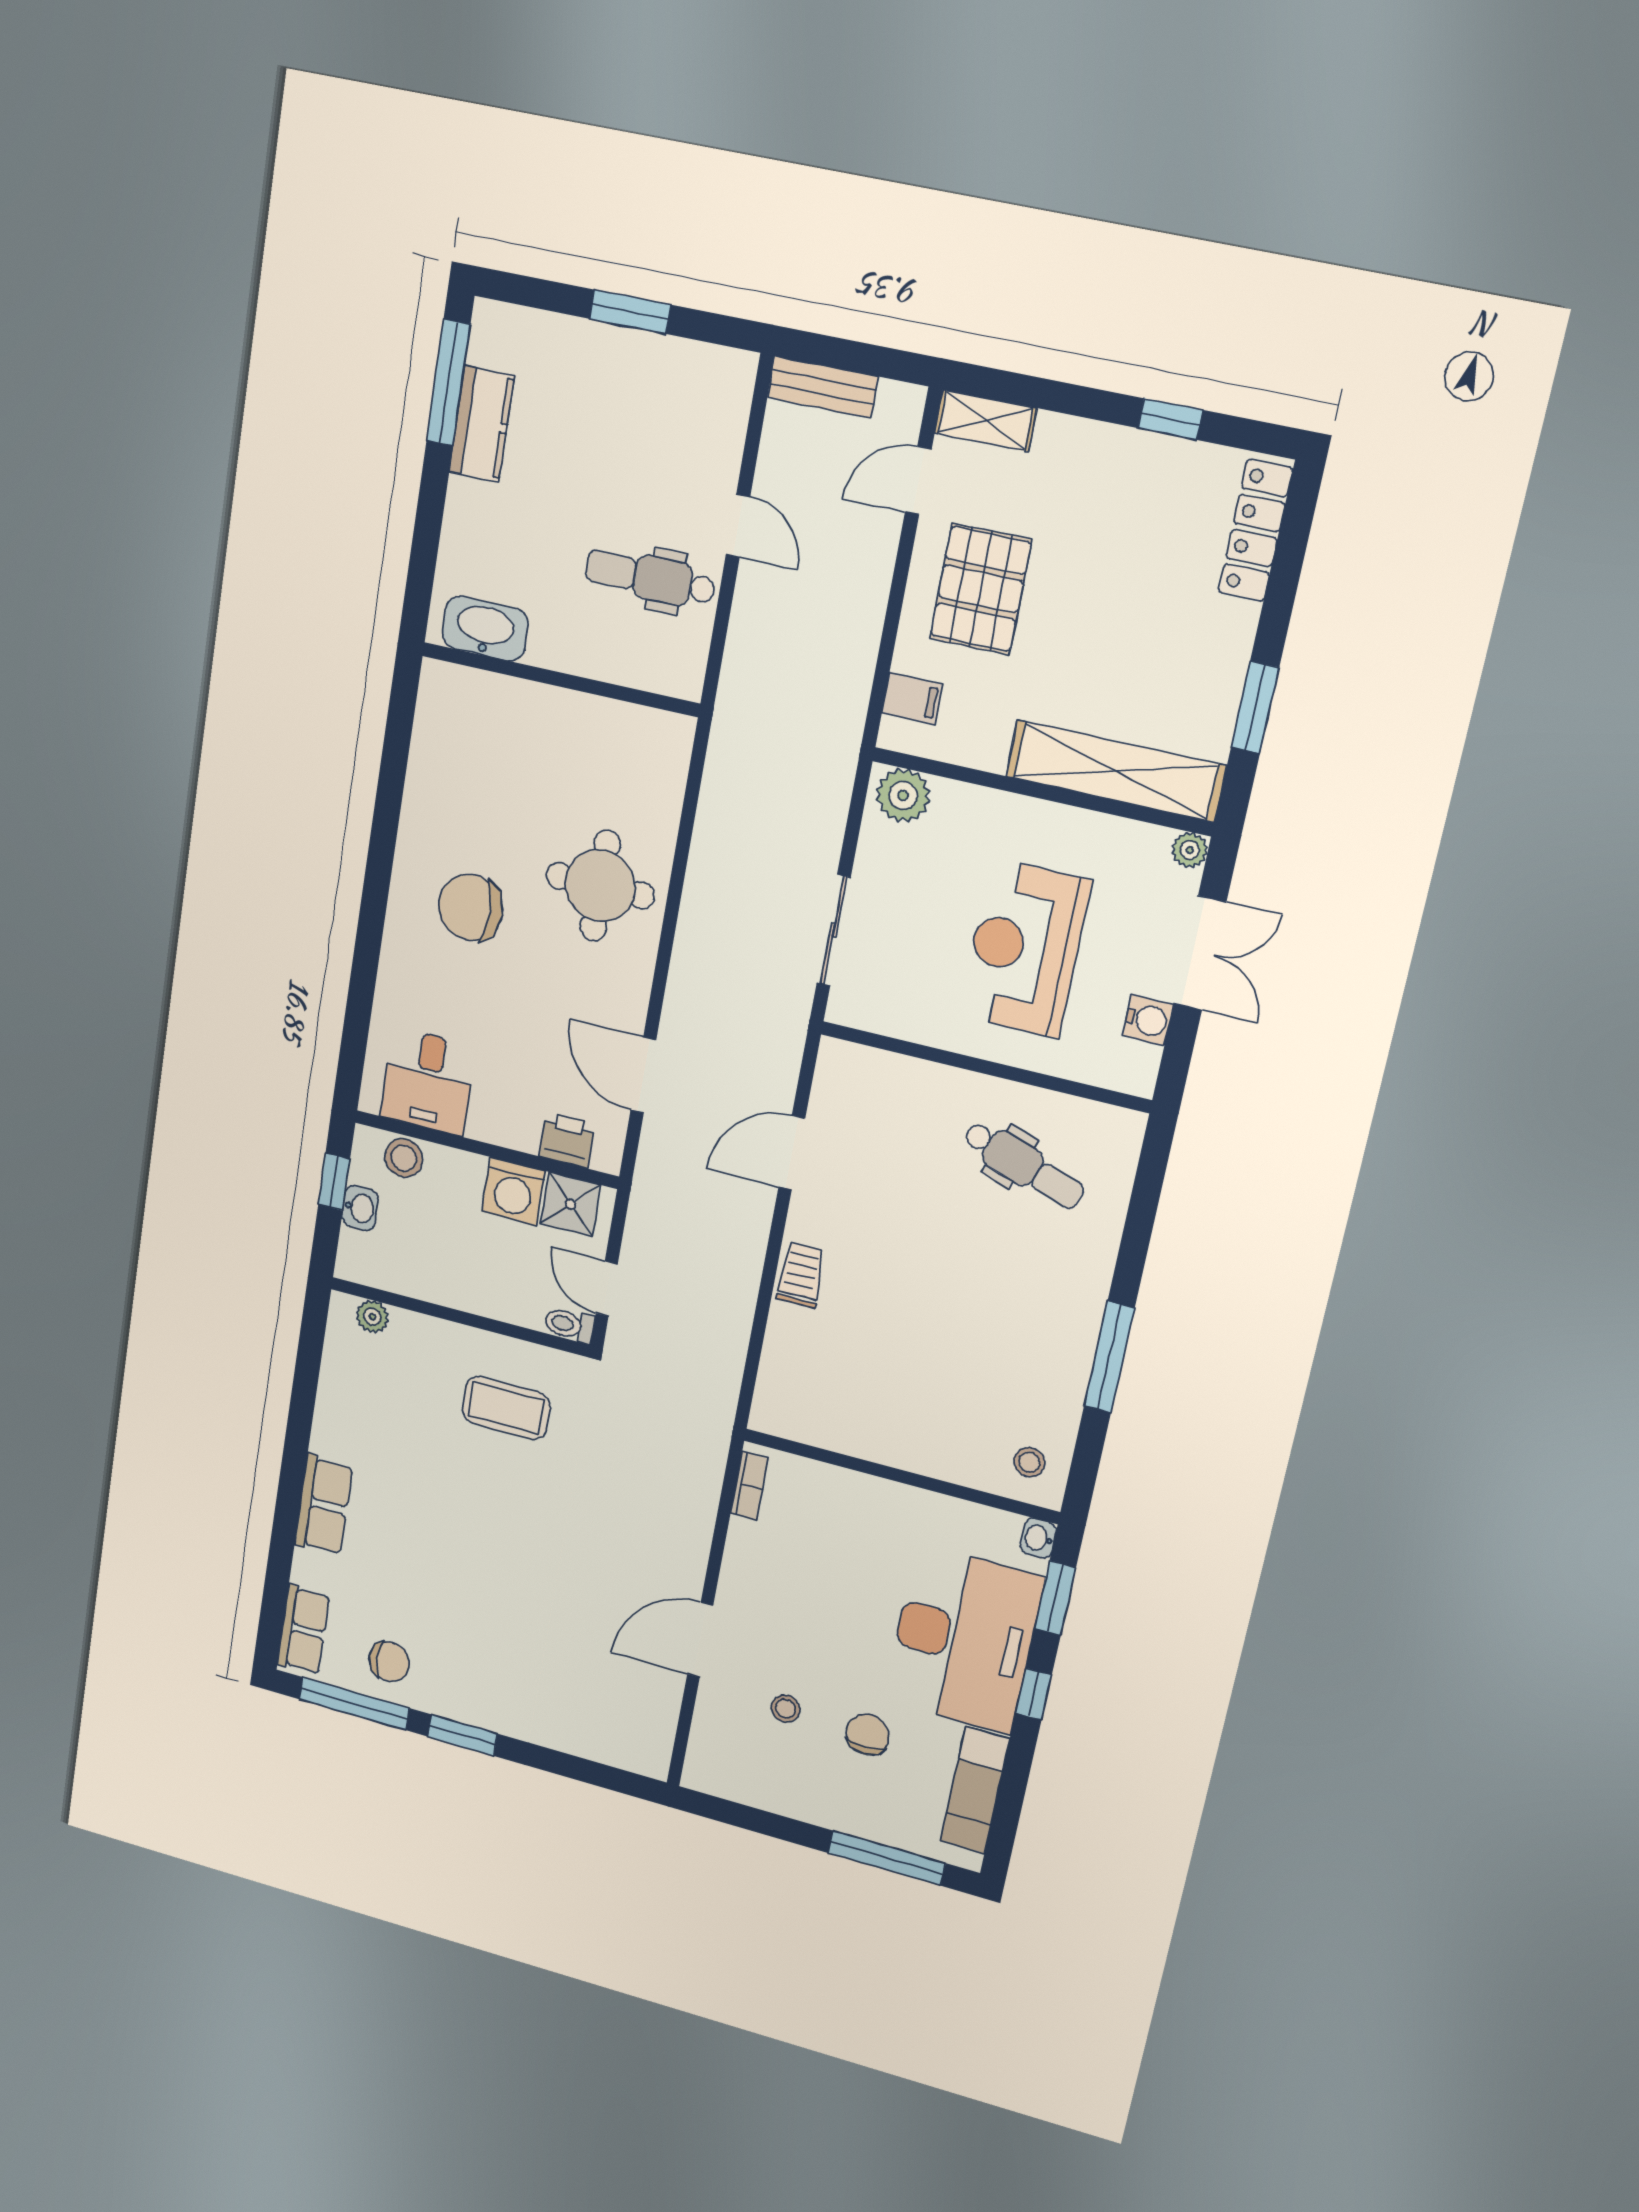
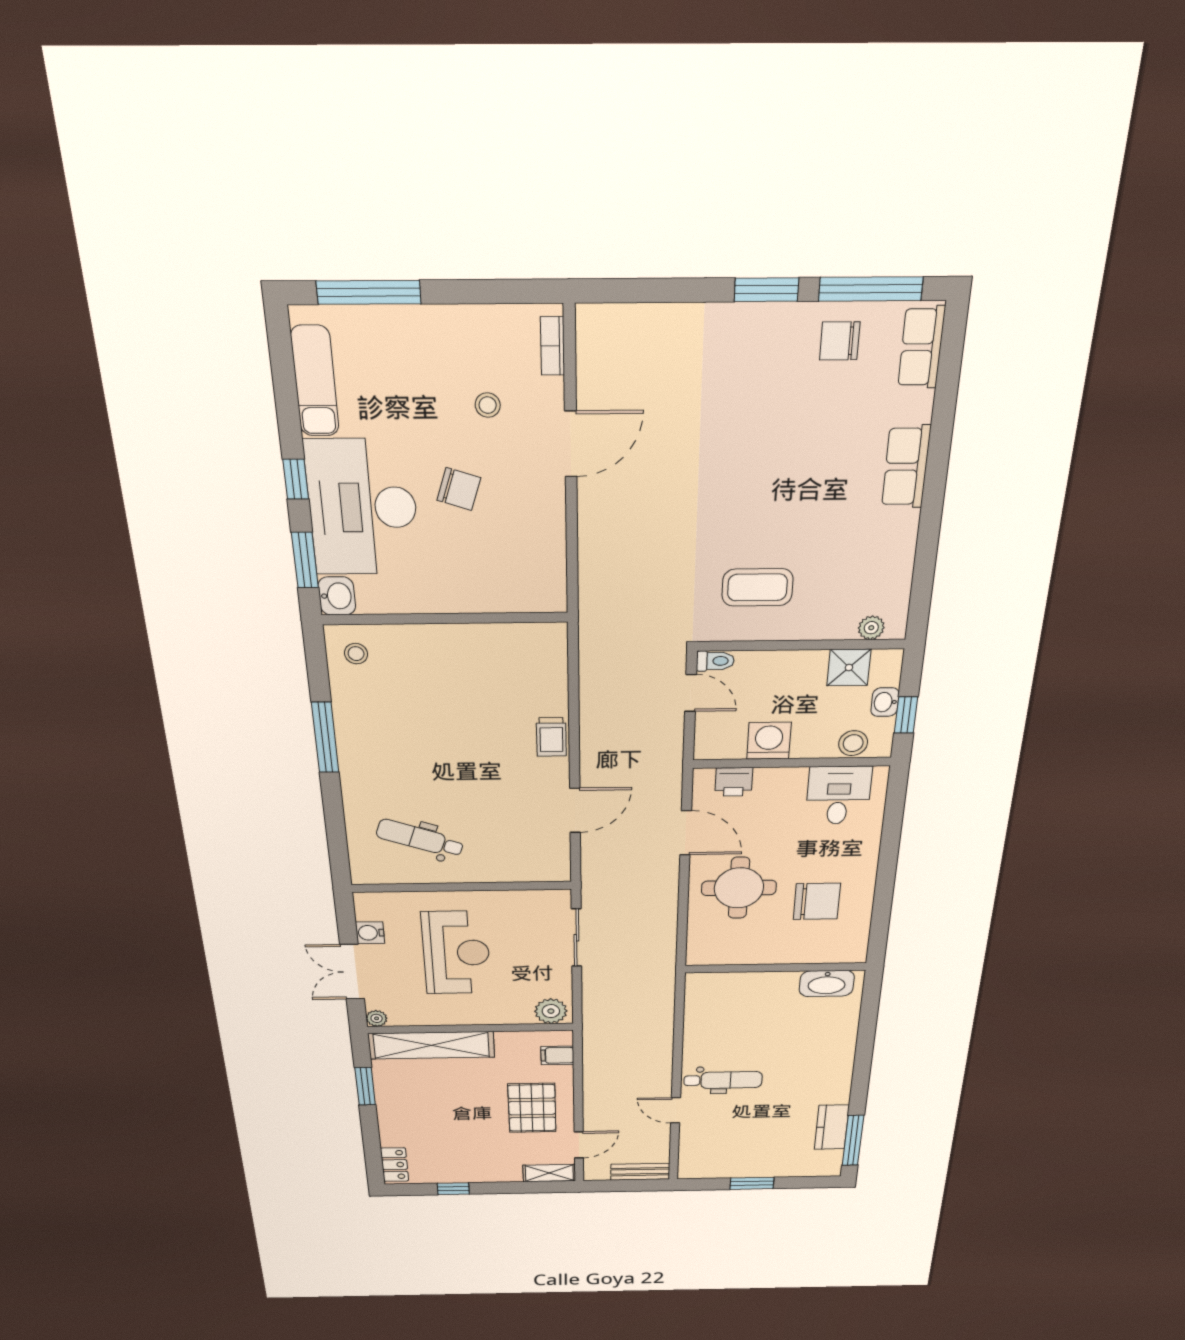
locker: (1255, 531) -> (395, 1165), width x0.66
washbasin: (485, 629) -> (827, 983), moved
wall: (560, 680) -> (776, 968), moved
round table: (600, 886) -> (739, 888), moved
shower: (570, 1204) -> (849, 668), moved
bookcase: (749, 1486) -> (553, 346), moved
washbasin: (1038, 1538) -> (337, 596), width x1.38, depth x1.45
chair: (868, 1735) -> (459, 489), moved, turned -72

